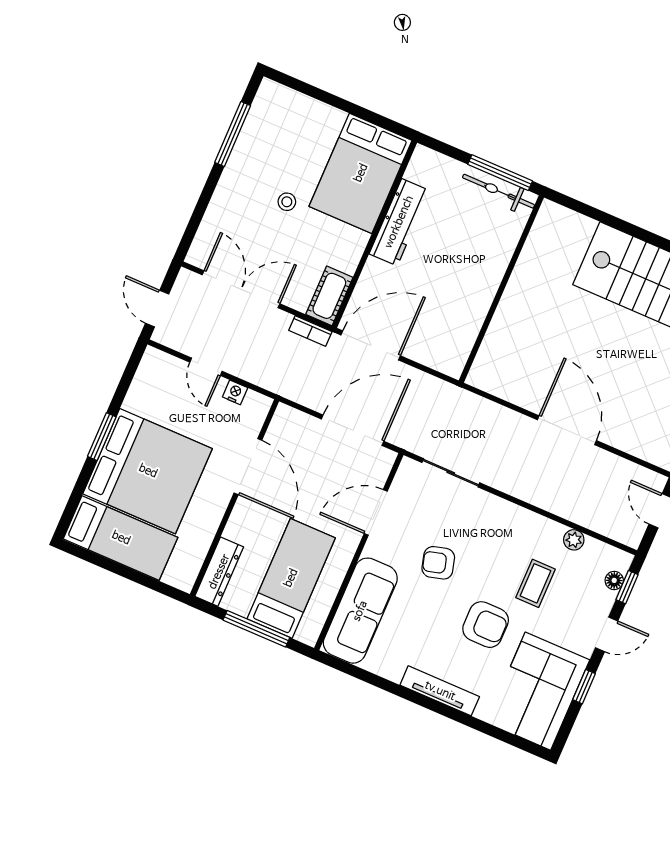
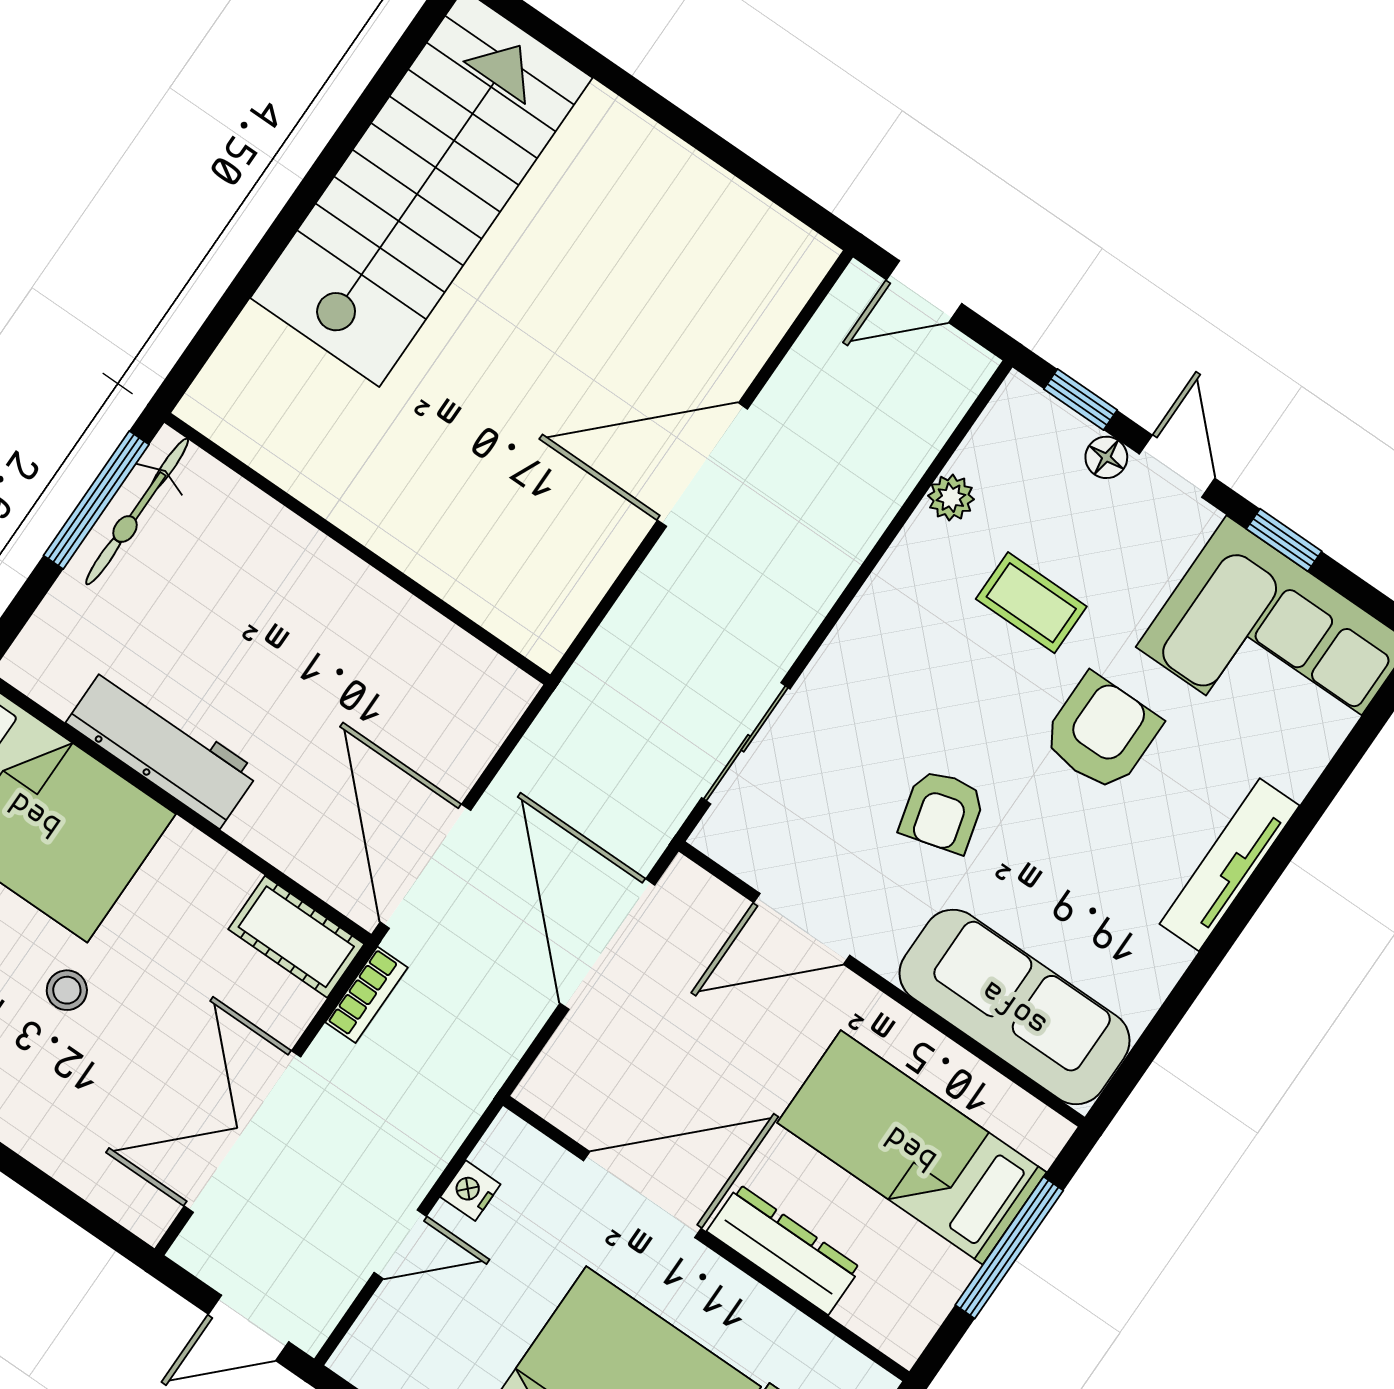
door: (376, 512) -> (802, 929), hinge flipped
dresser: (219, 572) -> (784, 1250), moved
floor lamp: (614, 580) -> (1106, 457), moved

